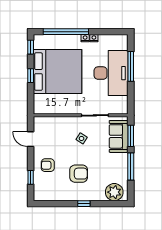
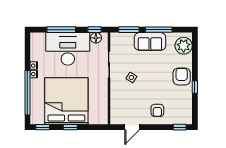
window: (131, 100) -> (94, 30), added
floor lamp: (122, 102) -> (96, 38), added
sofa: (119, 136) -> (150, 42), moved
armchair: (79, 174) -> (182, 76), moved
window: (31, 177) -> (180, 127), moved
window: (84, 204) -> (195, 87), moved

